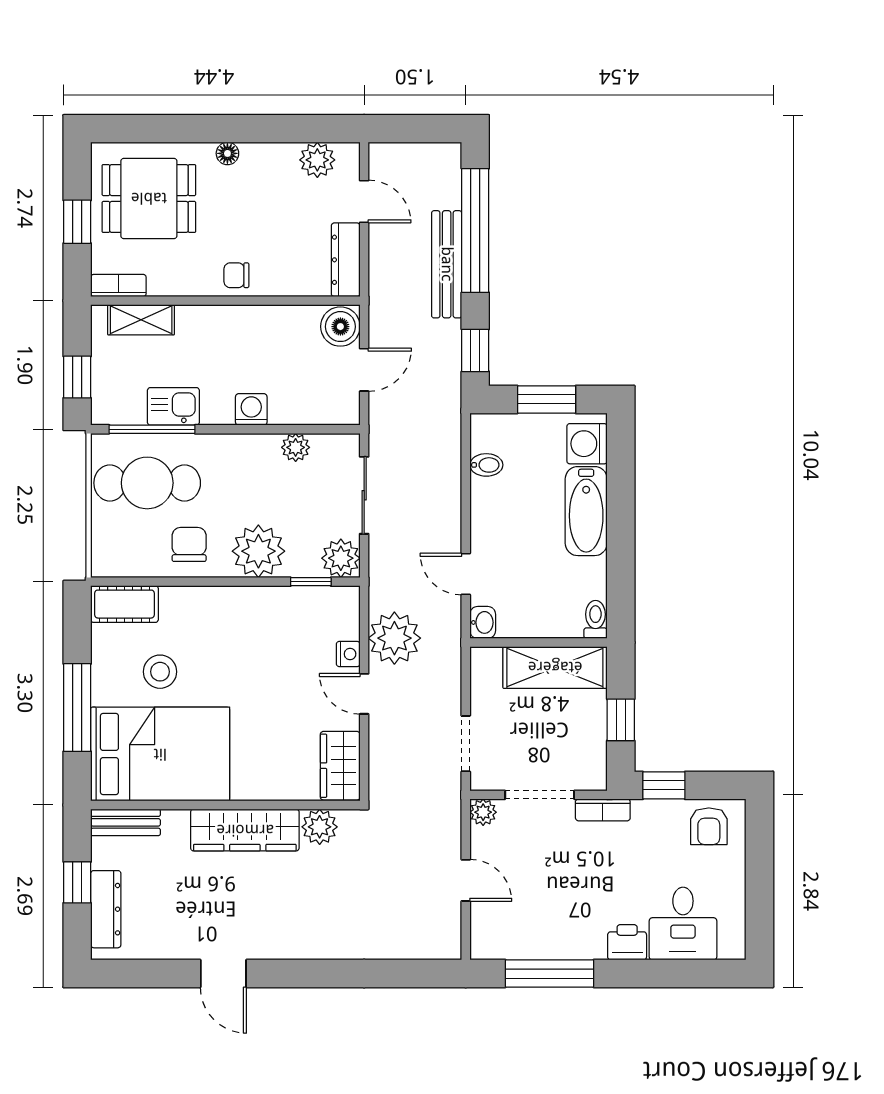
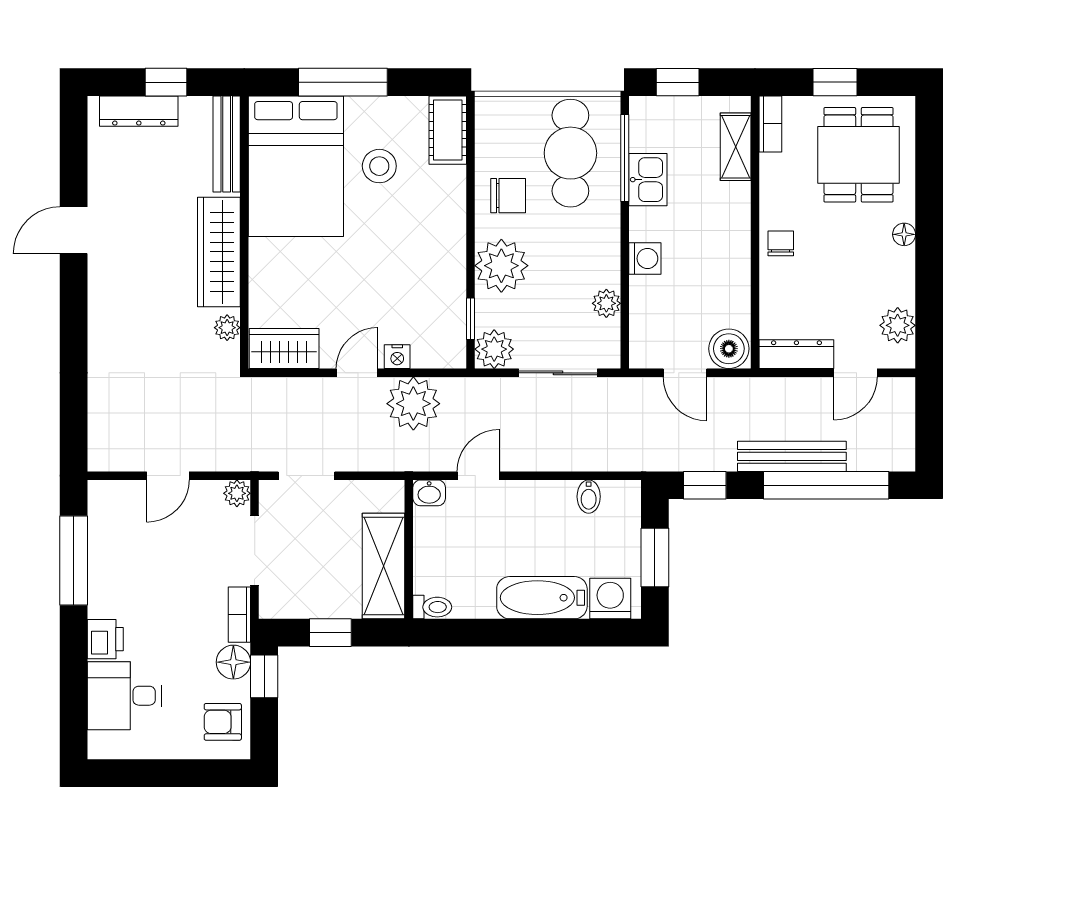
floor lamp: (650, 816) -> (233, 662), added
bench: (126, 822) -> (227, 144), width x1.36
plant: (320, 827) -> (227, 328), width x0.73, depth x0.73

